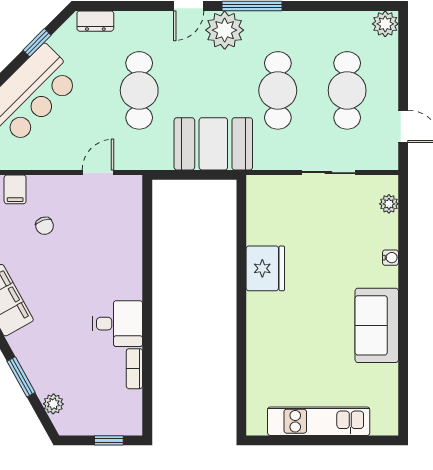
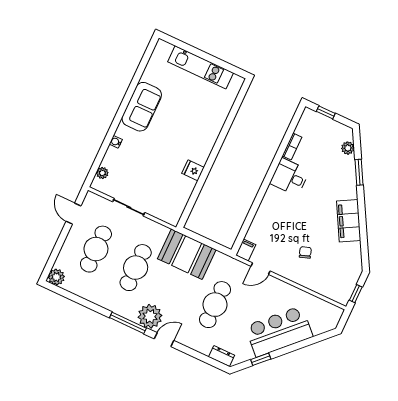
filing cabinet: (15, 189) -> (246, 250), moved
fridge: (265, 268) -> (193, 170), width x0.53, depth x0.75

